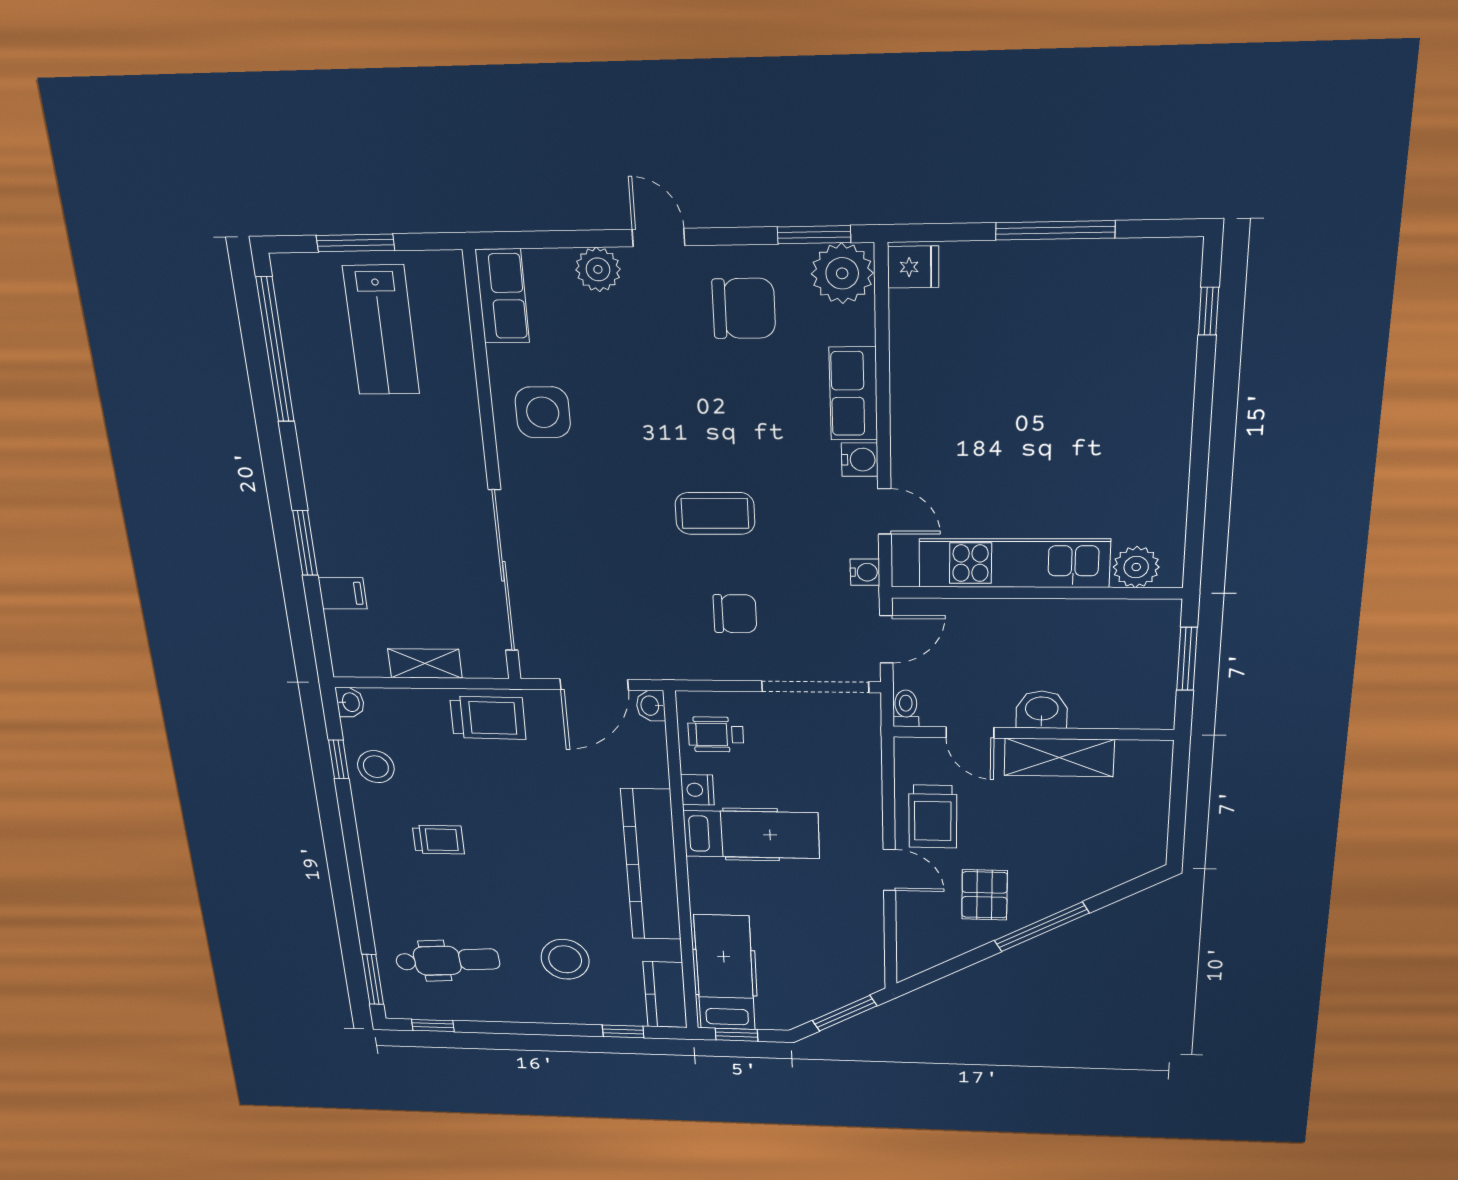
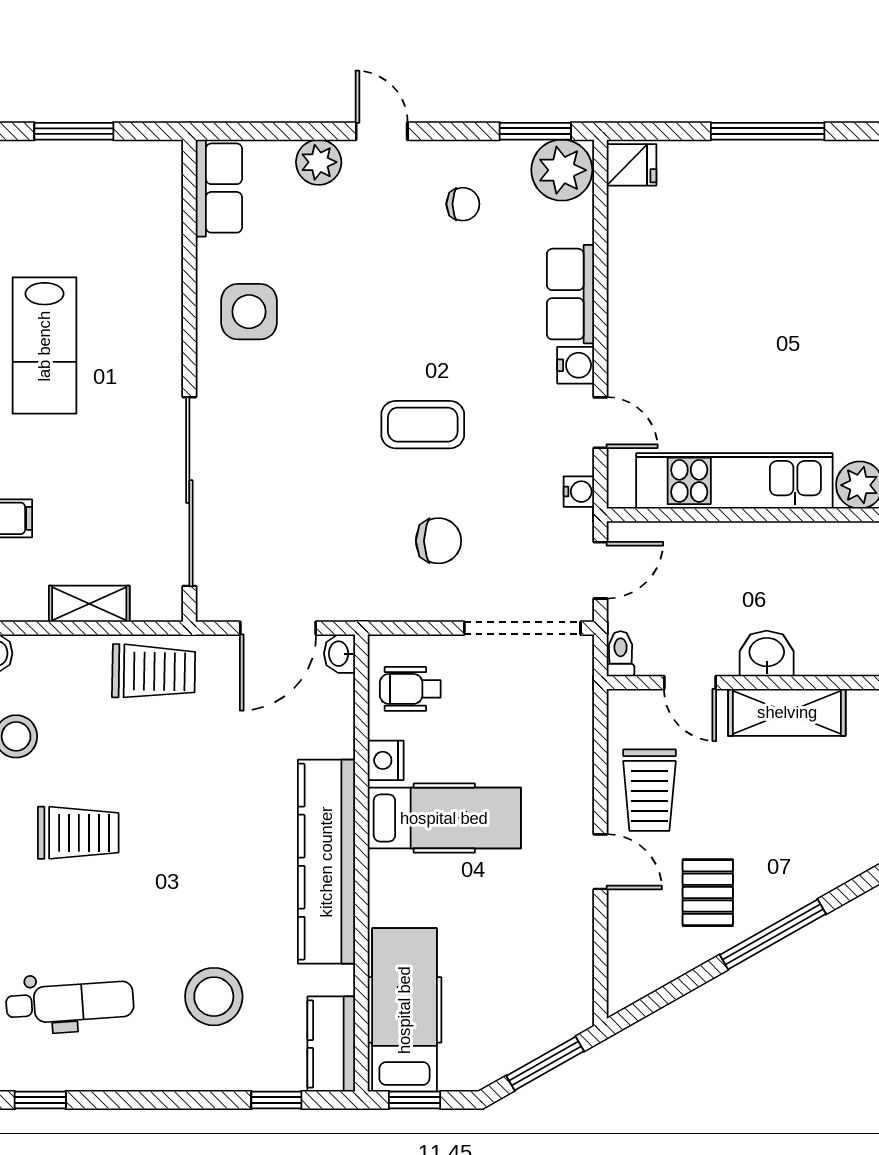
chair: (744, 308) -> (463, 204), width x0.54, depth x0.54
lab bench: (381, 330) -> (44, 346), moved
trolley: (438, 840) -> (78, 833), width x1.36, depth x1.39

